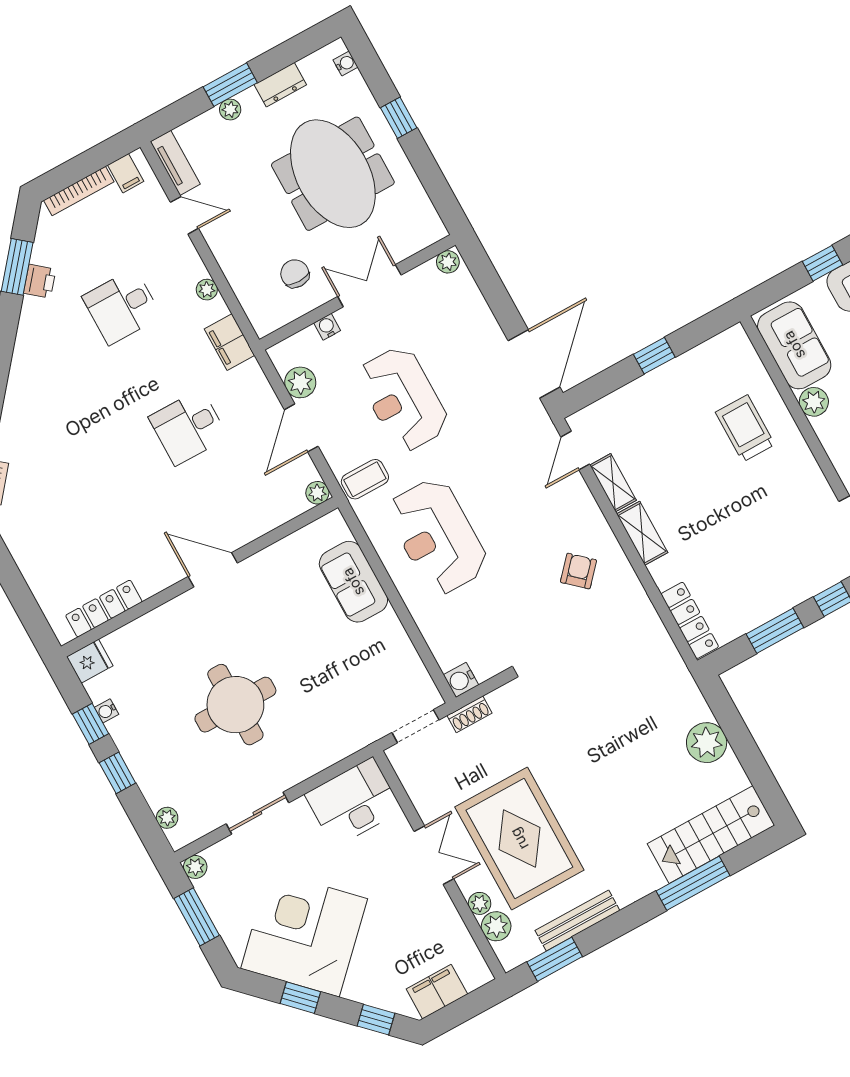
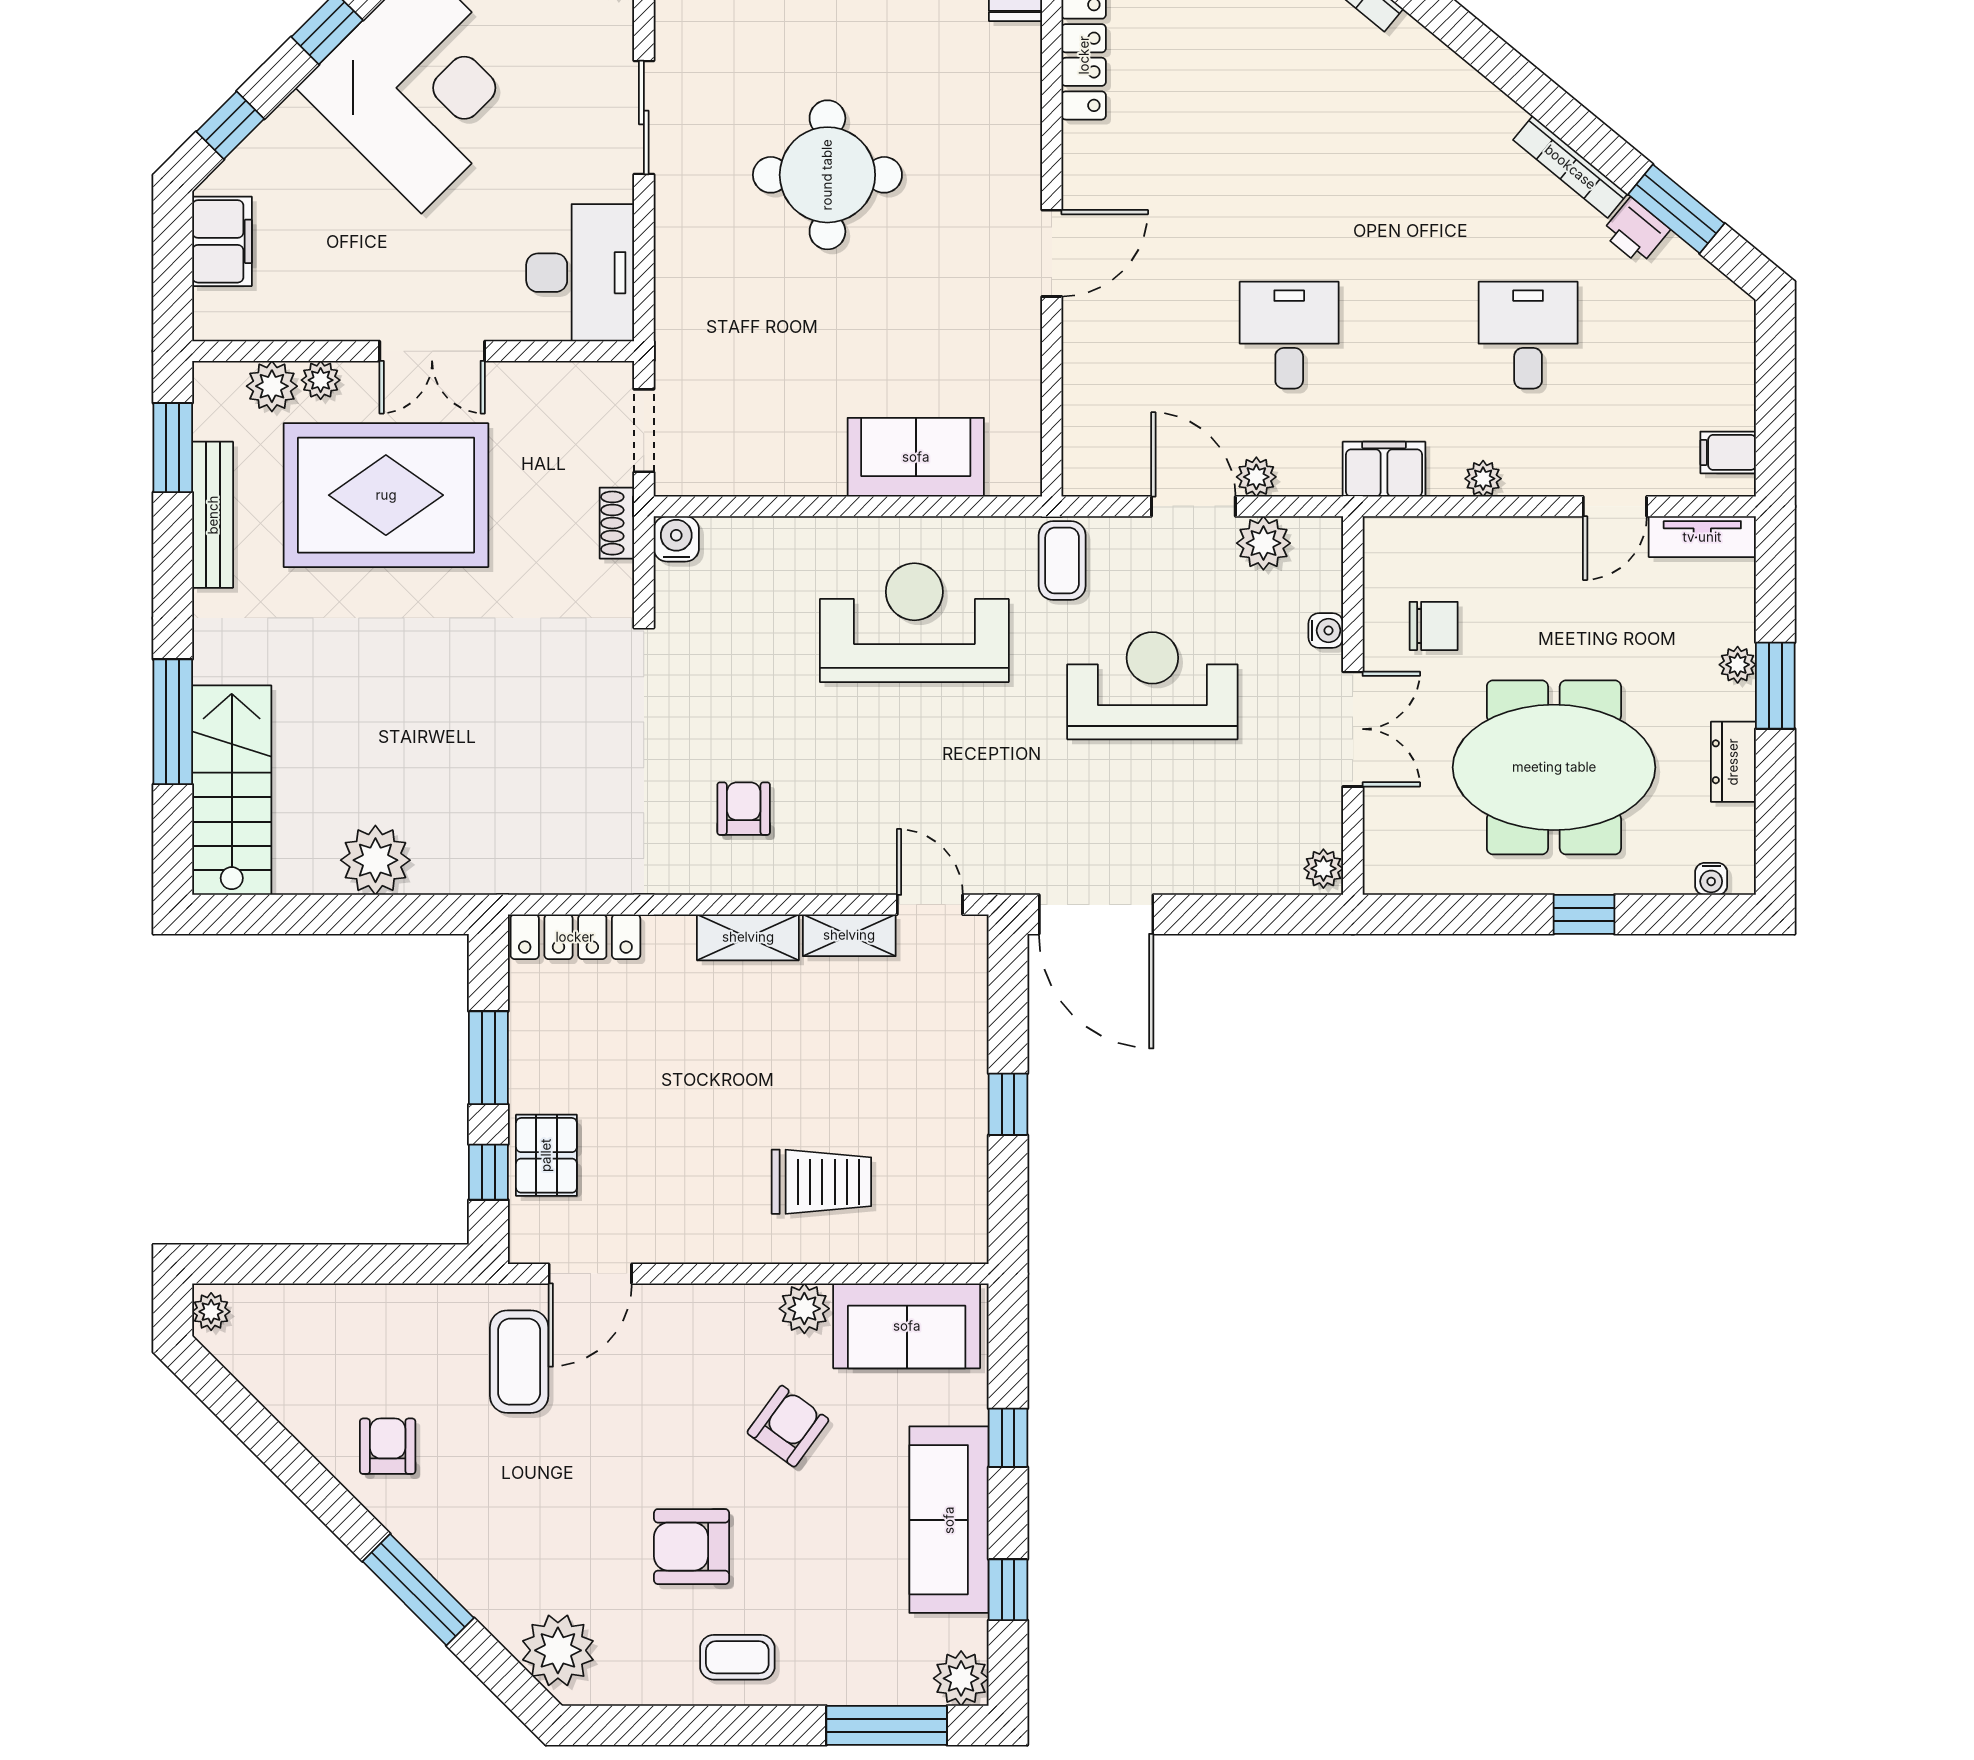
bookcase: (79, 191) -> (1570, 167), moved, turned -50
plant: (317, 493) -> (1256, 477), moved
armchair: (578, 571) -> (744, 809), turned -132
pallet: (808, 574) -> (546, 1155), added

